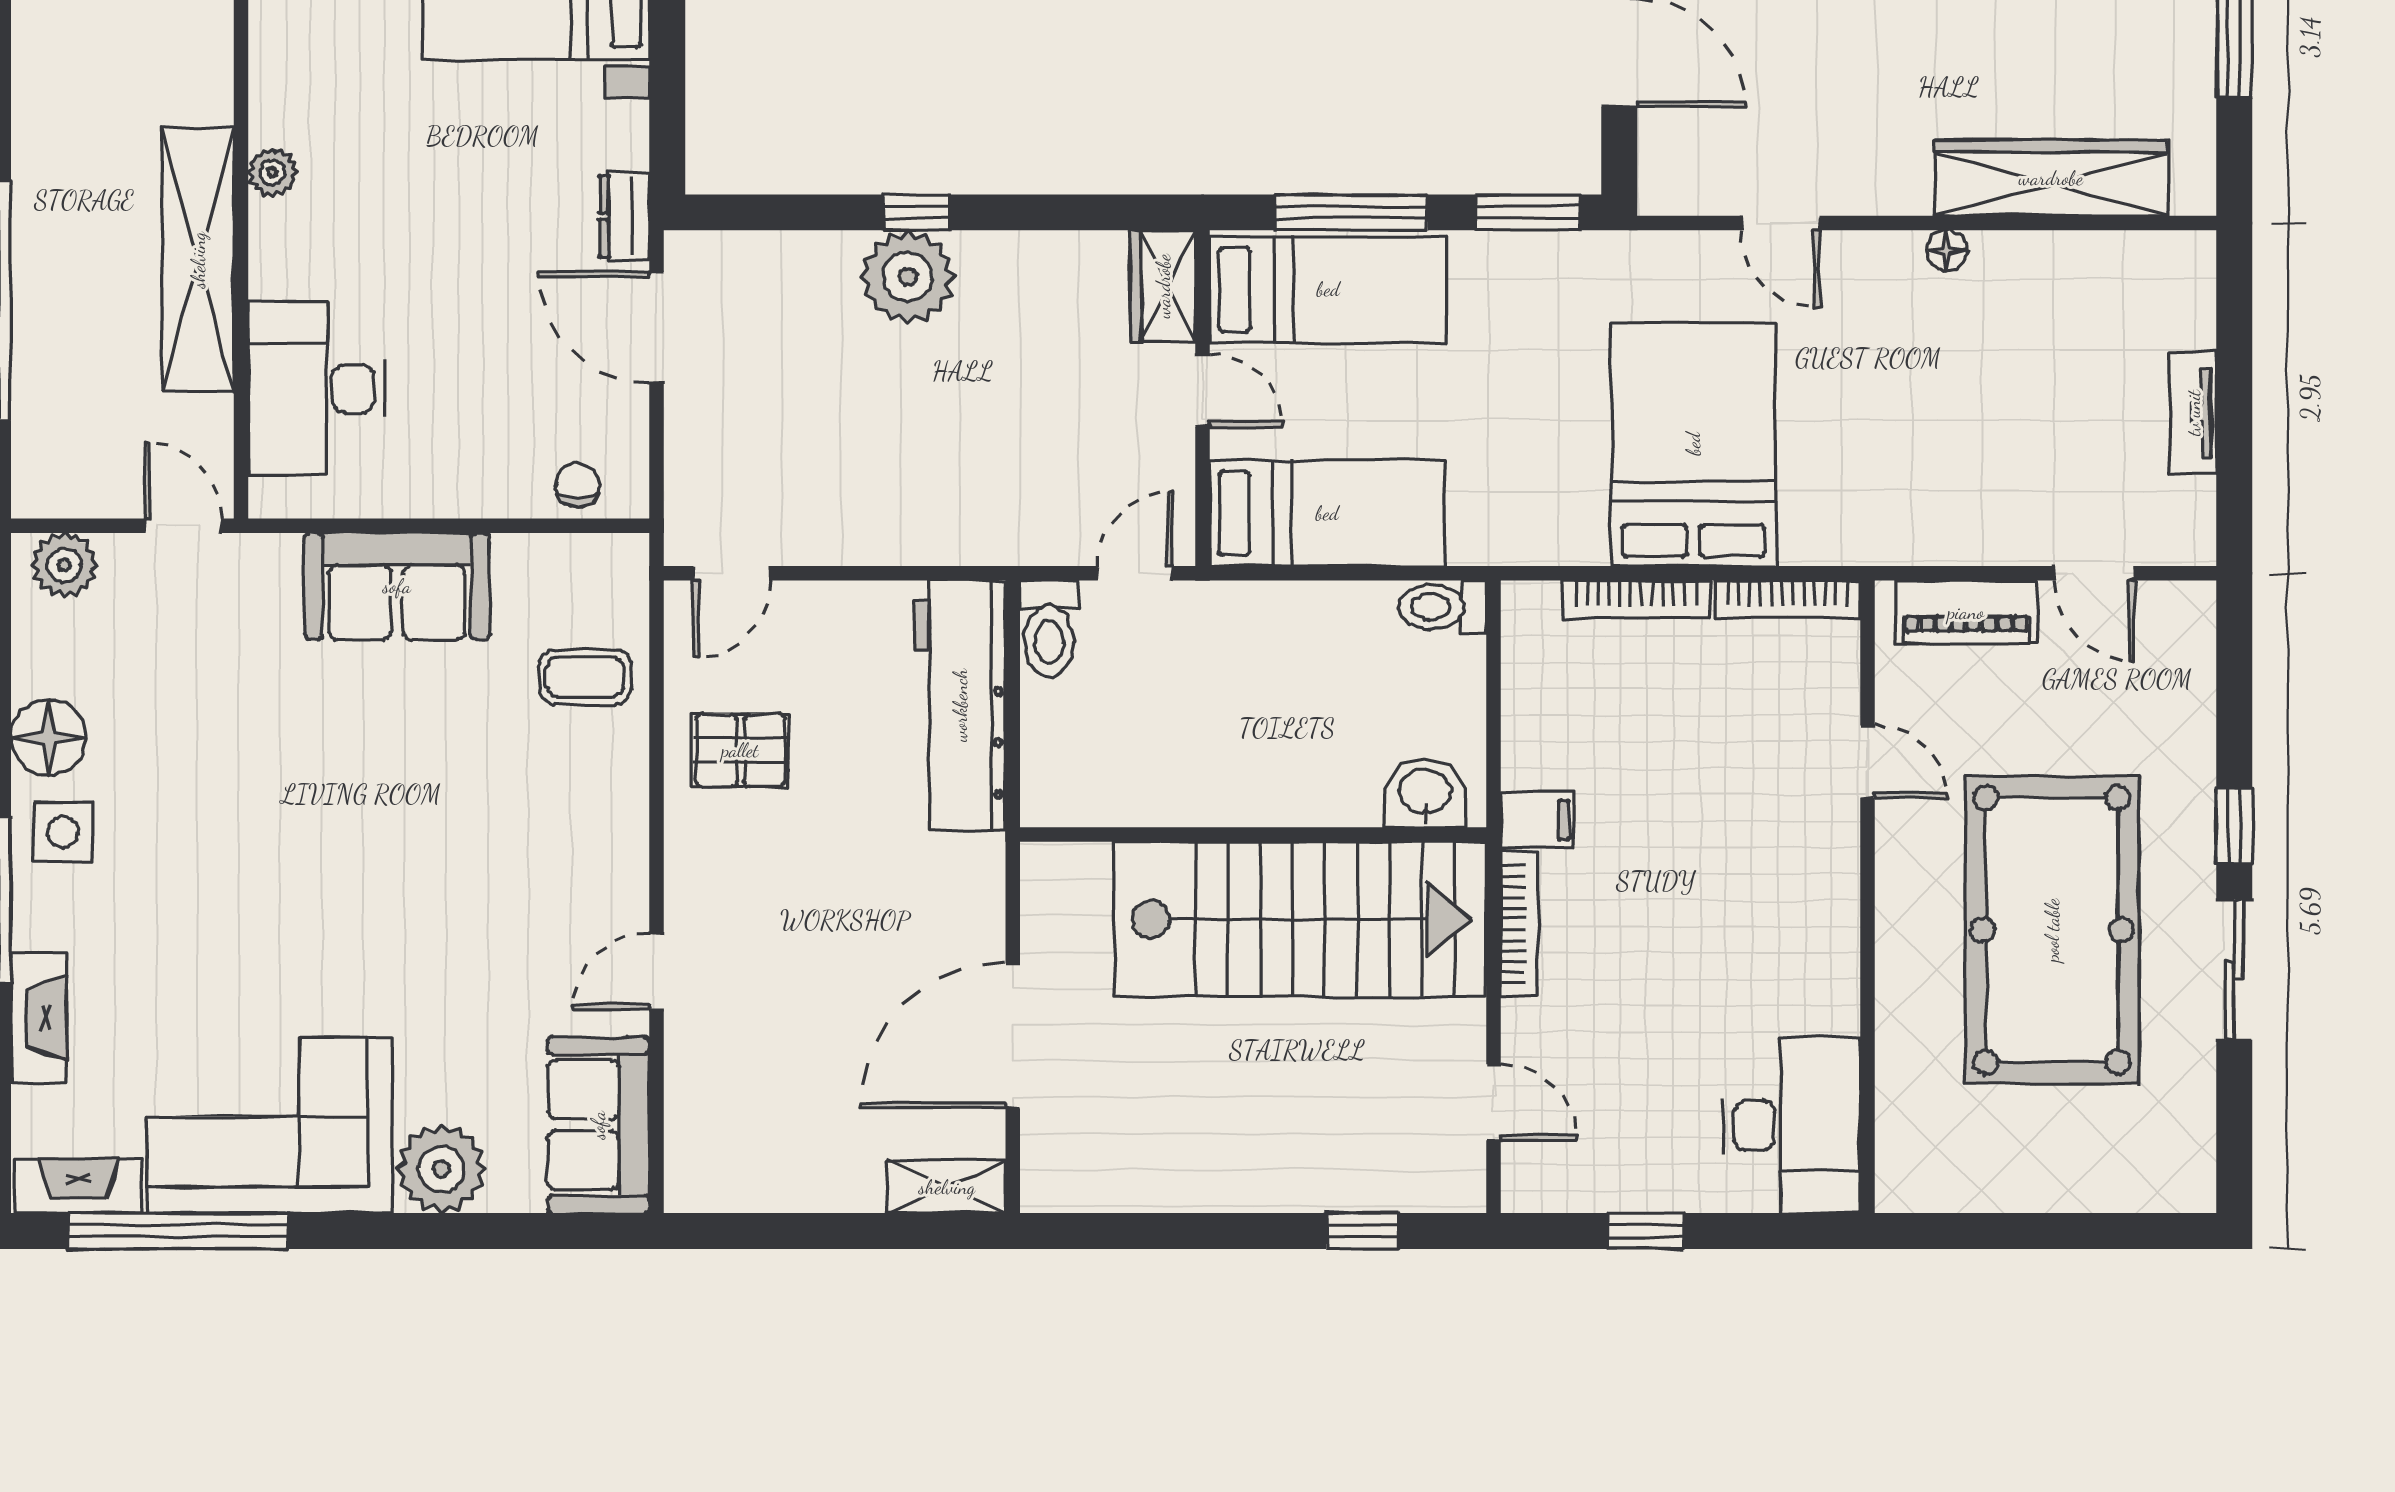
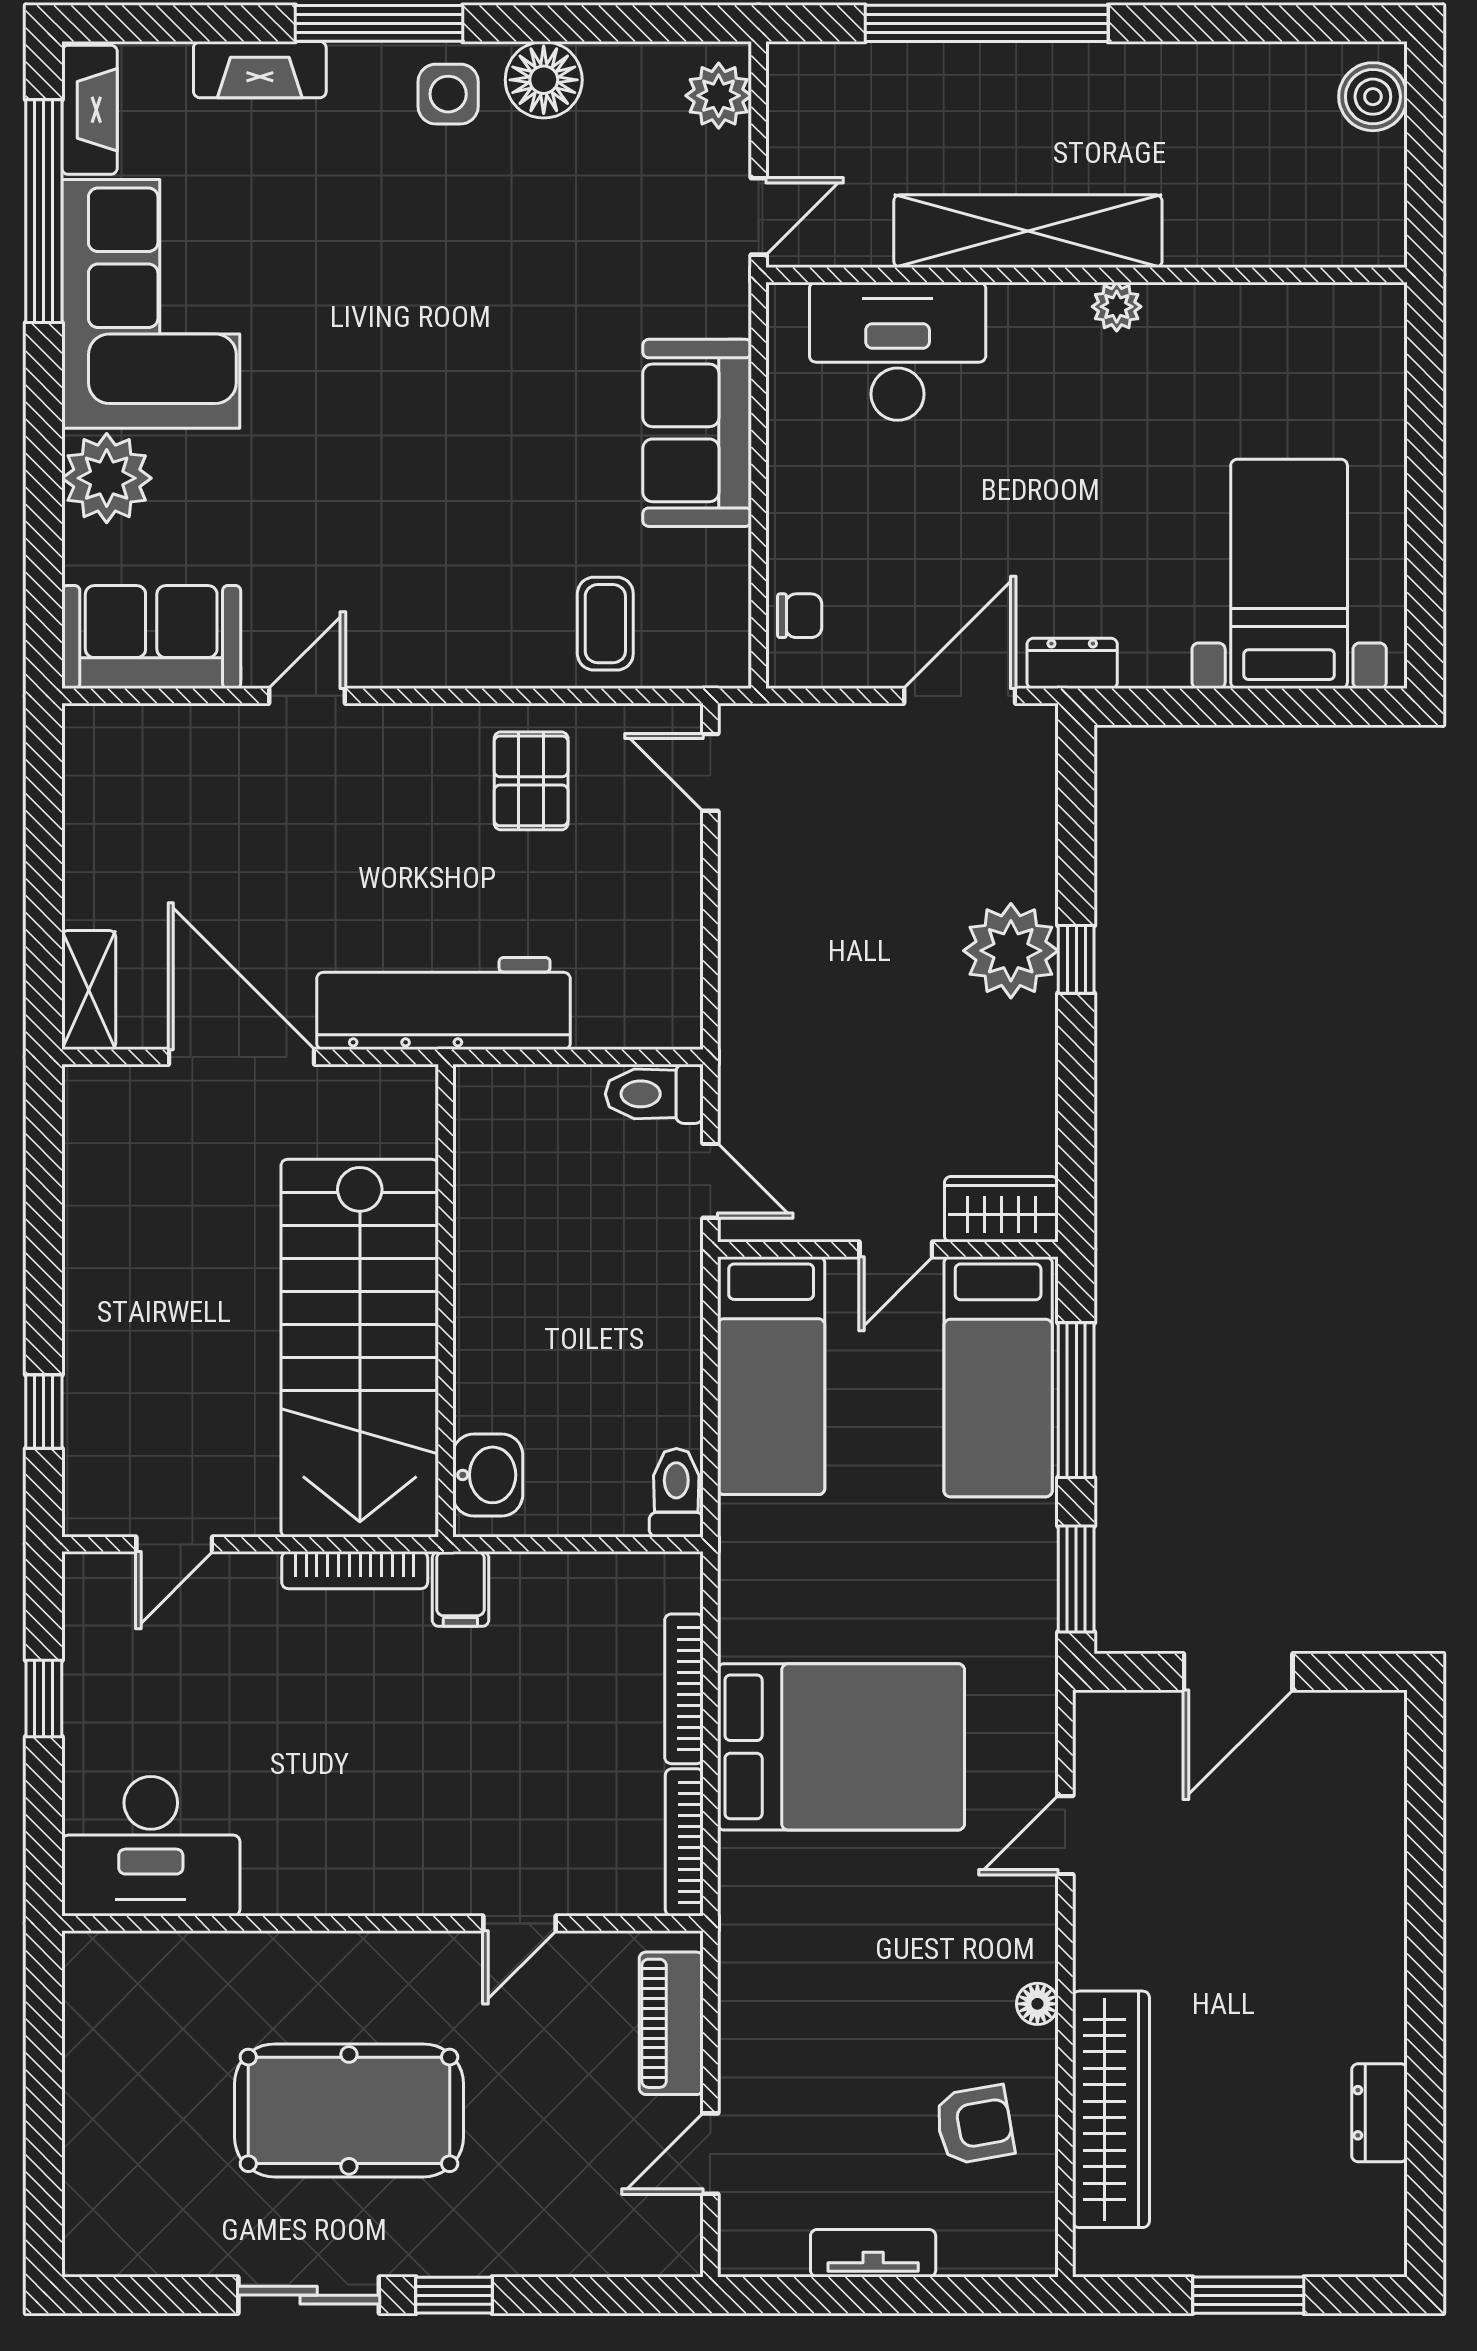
armchair: (2066, 313) -> (974, 2125), added
workbench: (960, 705) -> (444, 1004), moved
pool table: (2052, 930) -> (349, 2110), width x0.73, depth x0.76
door: (657, 971) -> (307, 696), hinge flipped

